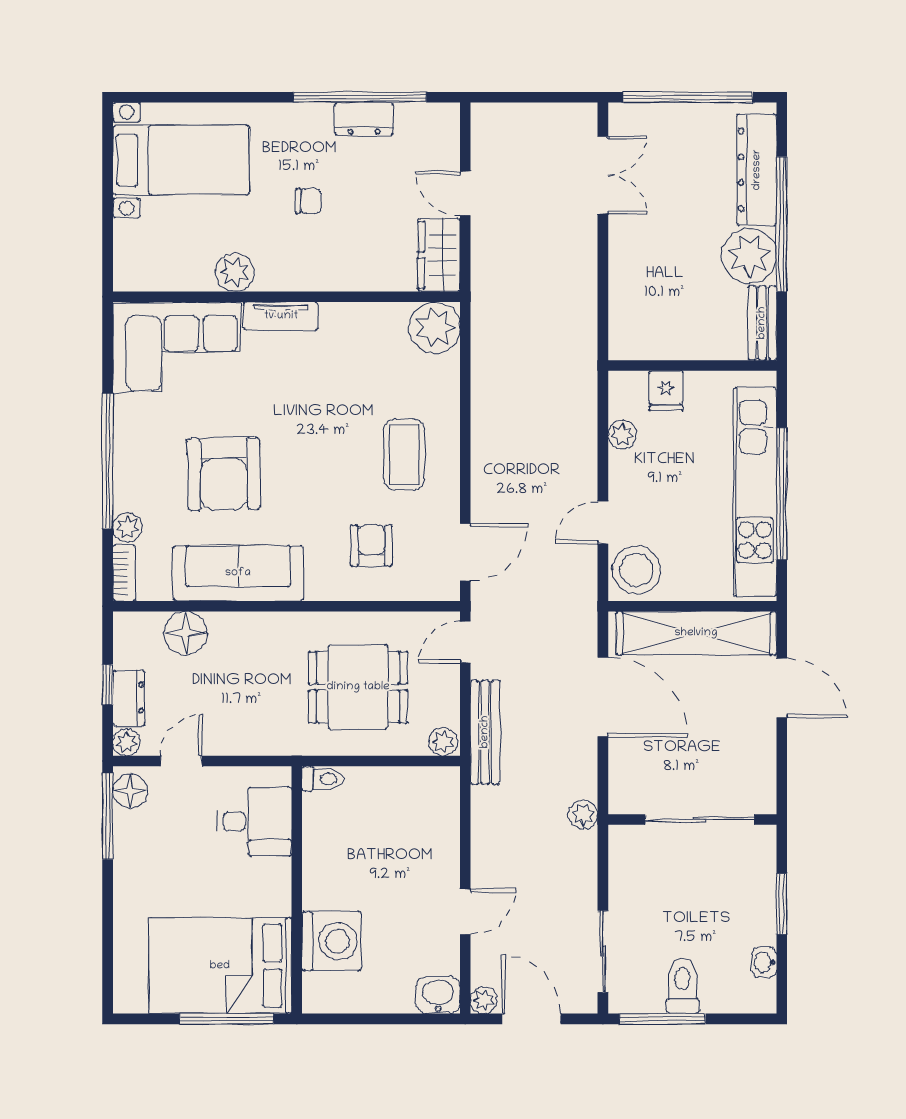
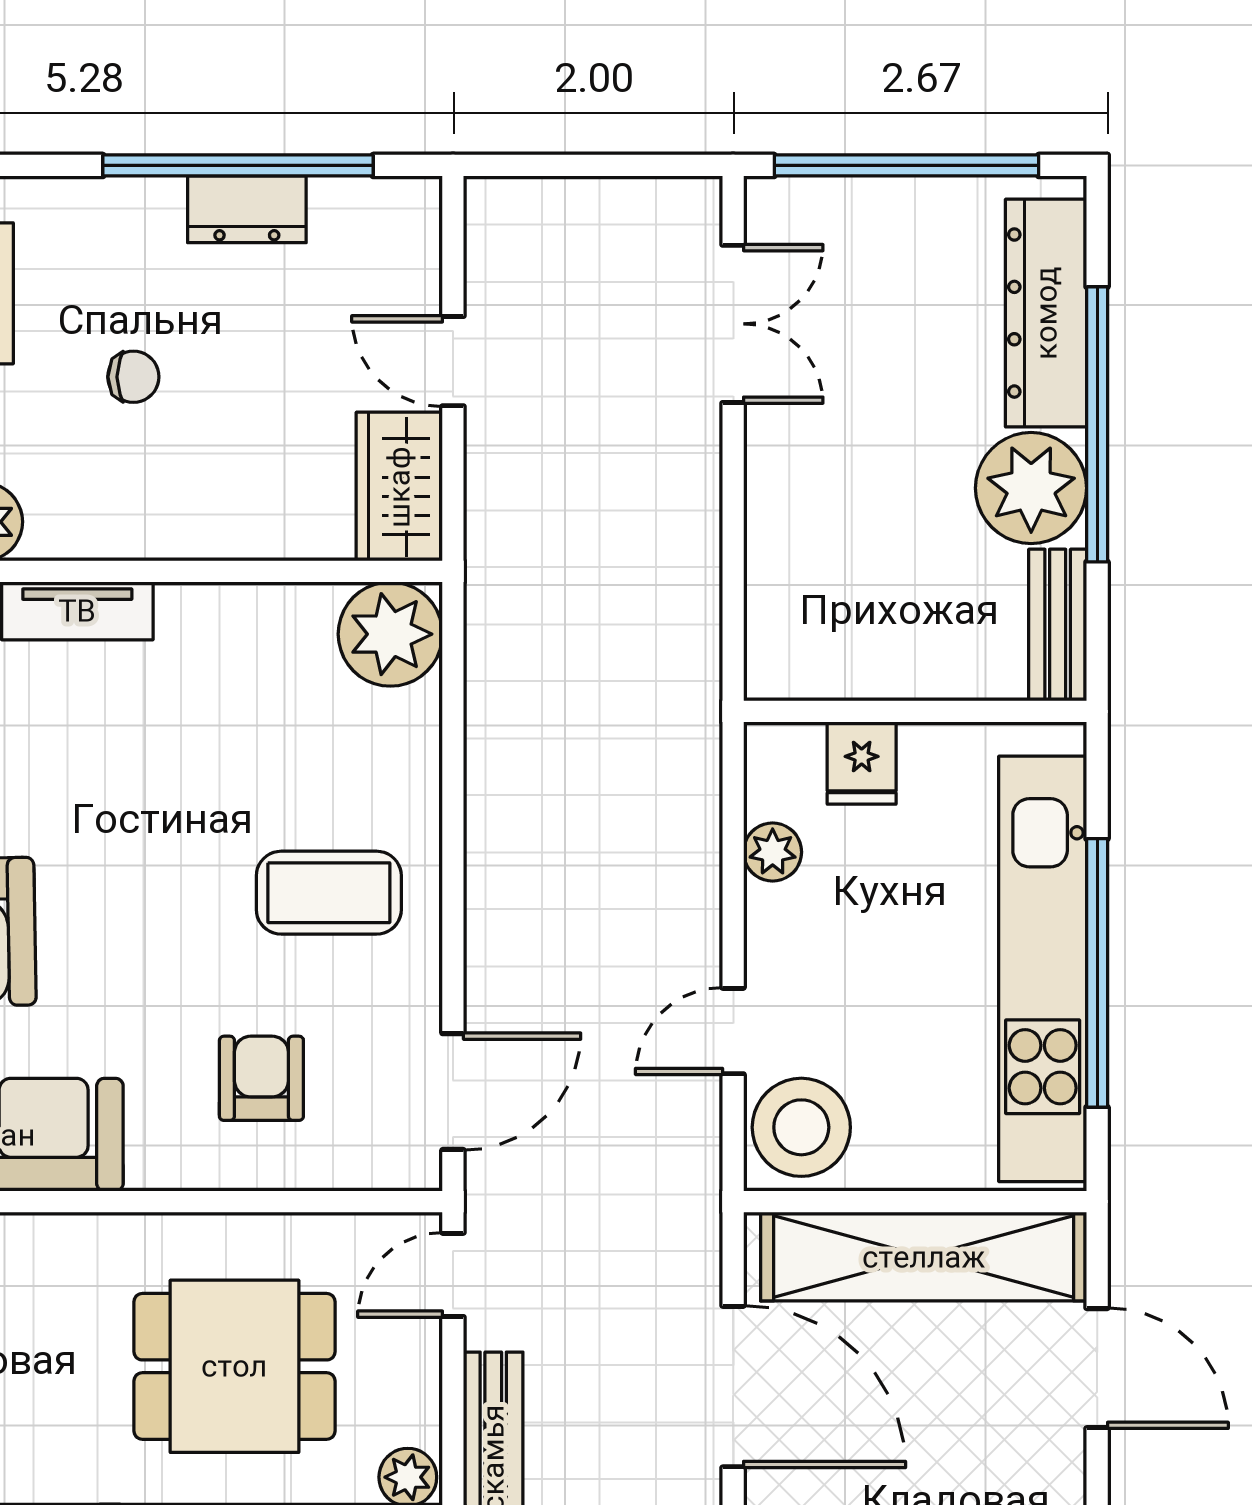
coffee table: (404, 454) -> (329, 893), turned 90

